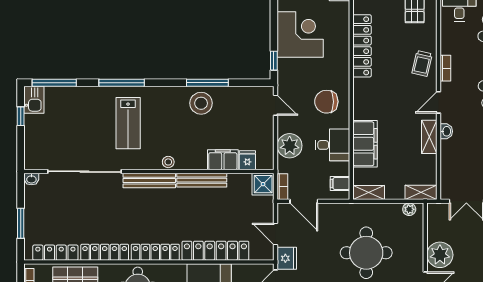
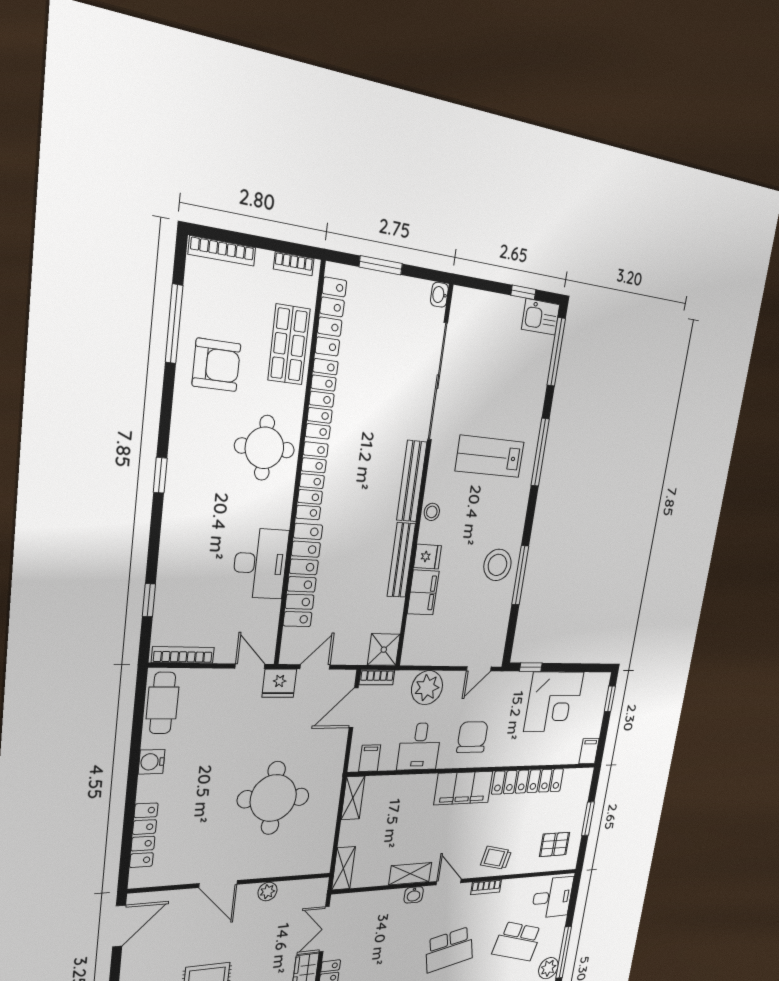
filing cabinet: (365, 144) -> (463, 788), moved
fridge: (247, 160) -> (428, 557), moved
plant: (409, 209) -> (324, 854), removed
plant: (440, 255) -> (268, 892), width x0.53, depth x0.53

